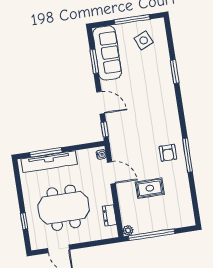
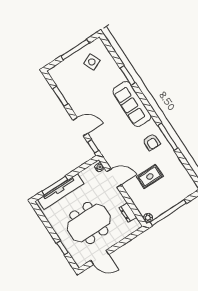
sofa: (107, 53) -> (132, 104), moved, turned 180

